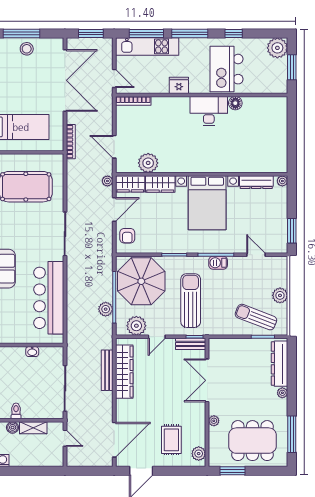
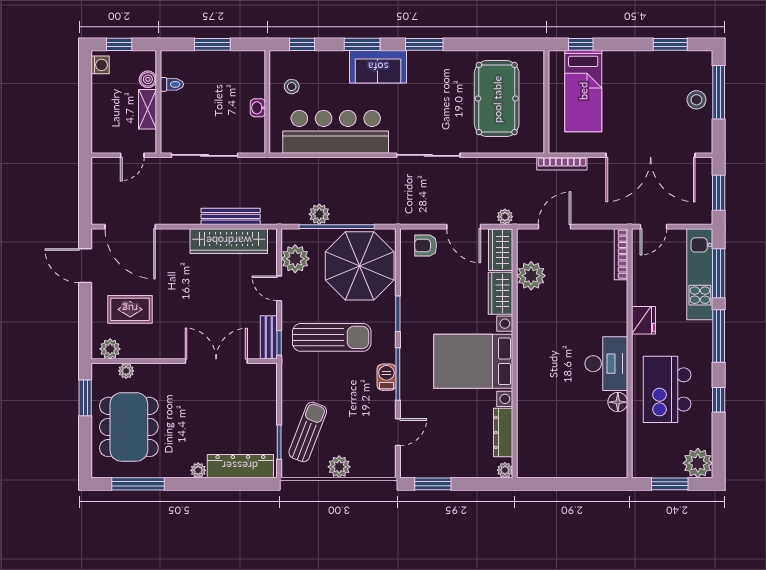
kitchen island: (227, 69) -> (667, 389), turned -90
stool: (18, 328) -> (292, 87), added
plant: (214, 421) -> (126, 371), moved

